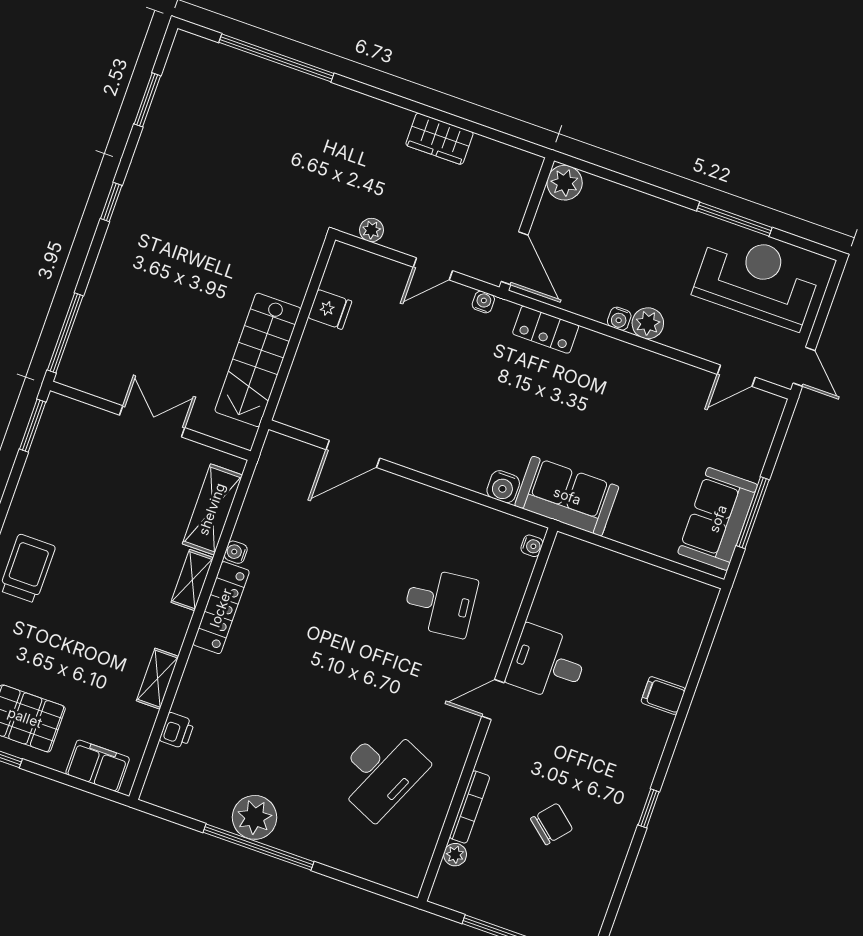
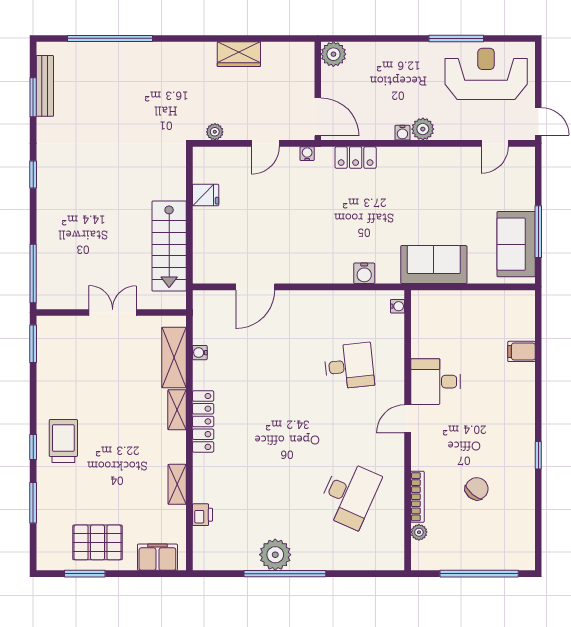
bench: (168, 90) -> (45, 86), added
sofa: (567, 496) -> (434, 265), moved
water cooler: (236, 552) -> (200, 353), moved
filing cabinet: (663, 696) -> (521, 351), moved

